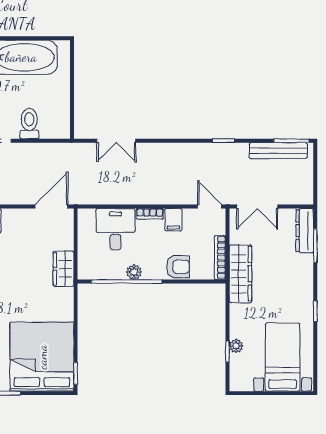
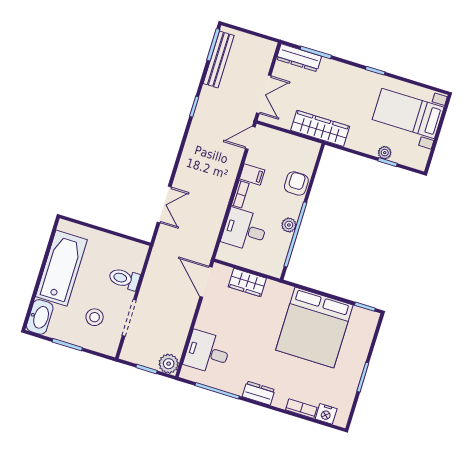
bookcase: (220, 258) -> (300, 143), removed
wardrobe: (64, 269) -> (247, 283), moved
bed: (42, 357) -> (314, 327), moved, turned -90

